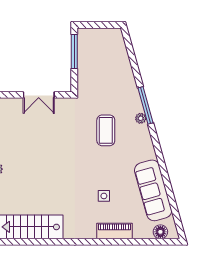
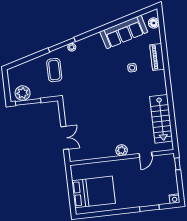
plant: (87, 45) -> (23, 93), added
double door: (39, 95) -> (65, 138), moved
coffee table: (106, 130) -> (54, 70), moved, turned 90

